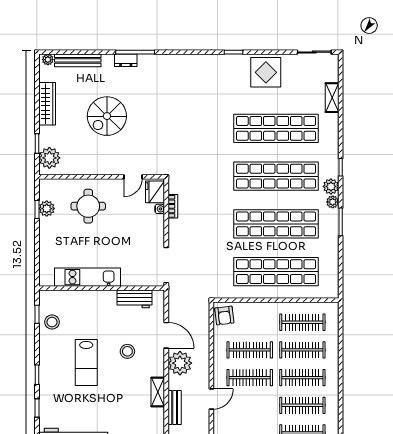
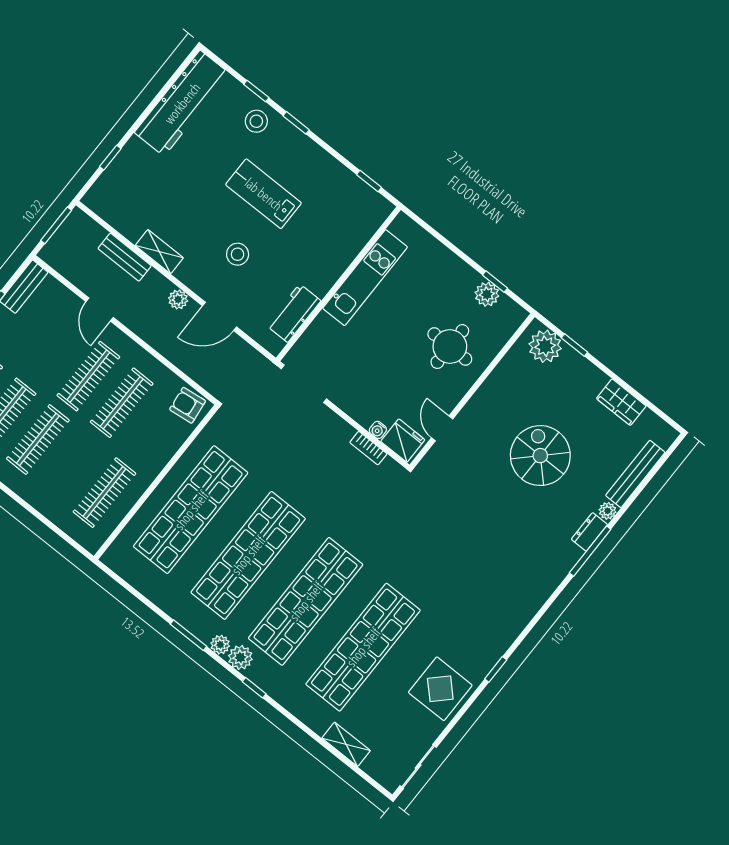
plant: (48, 60) -> (608, 511), moved
wardrobe: (47, 104) -> (621, 402), width x0.67
stool: (52, 322) -> (256, 121), moved
clothes rail: (302, 350) -> (71, 466), removed
plant: (180, 363) -> (178, 299), width x0.53, depth x0.53

